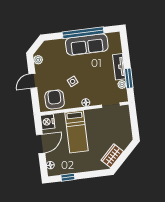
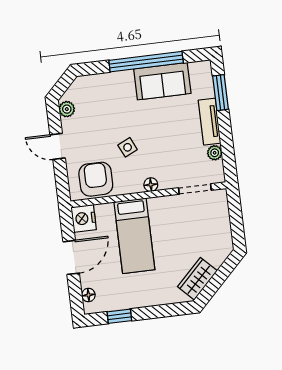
sofa: (87, 45) -> (162, 81), width x0.73
window: (129, 78) -> (221, 93), moved
door: (33, 81) -> (58, 146), hinge flipped

